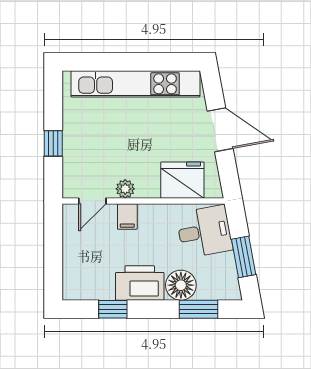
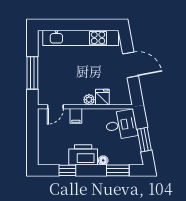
window: (53, 143) -> (32, 73), width x2.17
fridge: (182, 180) -> (102, 97), width x0.53, depth x0.75
plant: (125, 189) -> (89, 100), moved
floor lamp: (181, 285) -> (103, 160), width x0.53, depth x0.53

